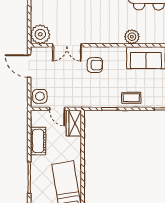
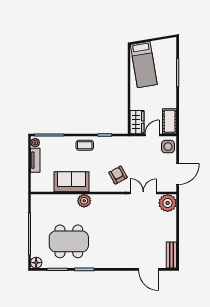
armchair: (95, 65) -> (118, 175), turned 61
door: (29, 66) -> (178, 174), hinge flipped
door: (57, 109) -> (152, 135), hinge flipped
cot: (38, 141) -> (170, 121), moved

